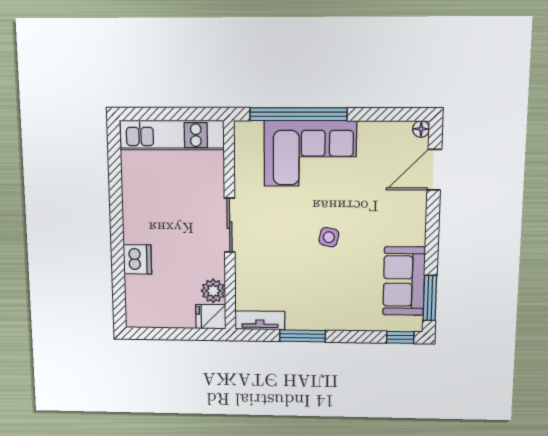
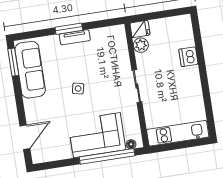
floor lamp: (421, 129) -> (131, 144), moved
sofa: (404, 281) -> (30, 70), width x1.36
tv unit: (260, 320) -> (75, 37), moved
window: (303, 336) -> (69, 29), moved
window: (400, 337) -> (26, 35), removed

